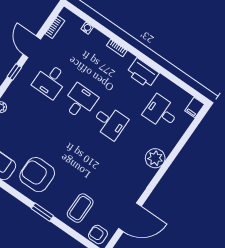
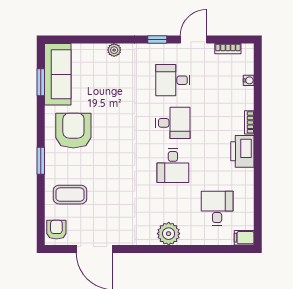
printer: (143, 73) -> (242, 151), moved

